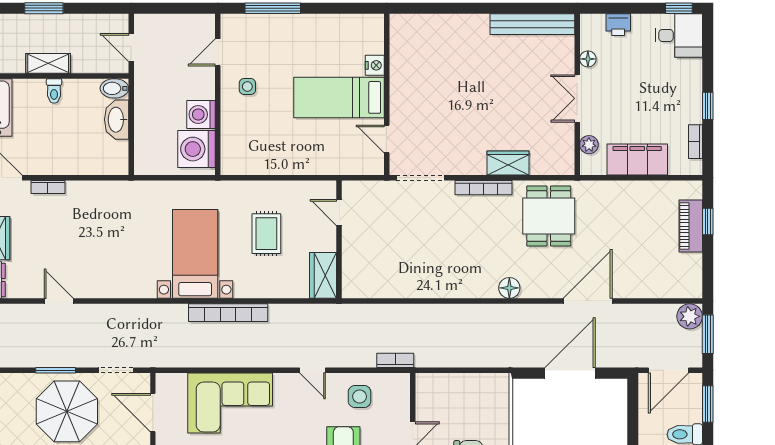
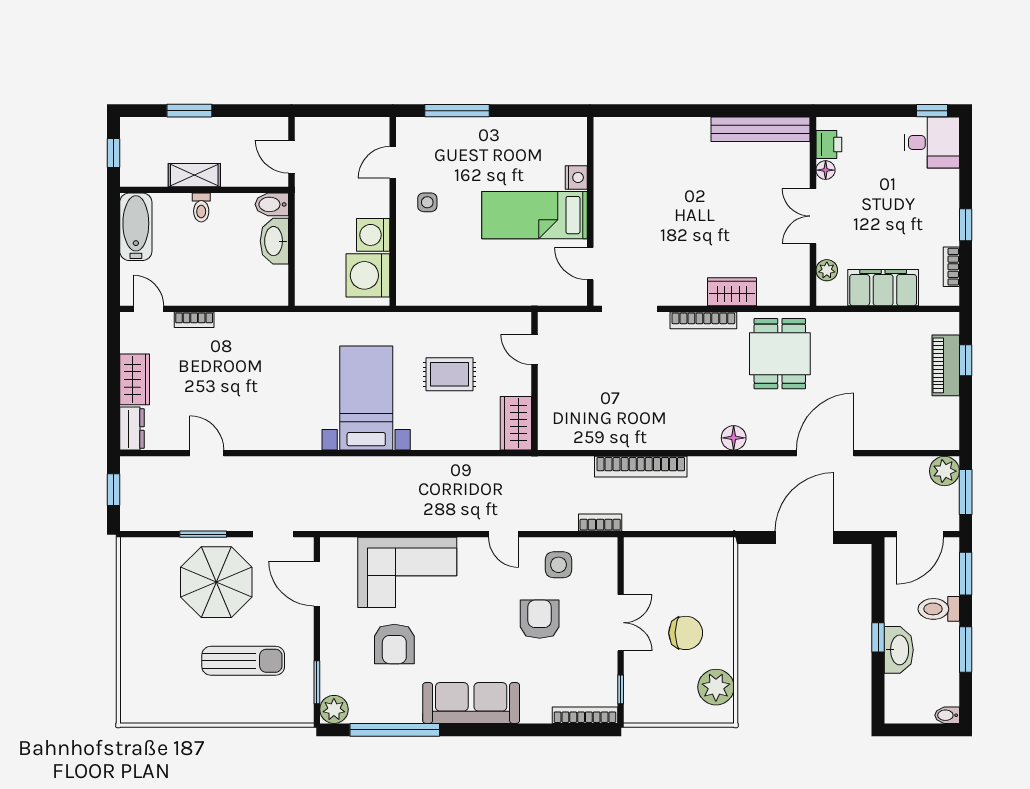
printer: (618, 25) -> (829, 144), moved, turned -90
rug: (266, 234) -> (450, 374), turned 90
bookcase: (228, 313) -> (641, 467), moved

